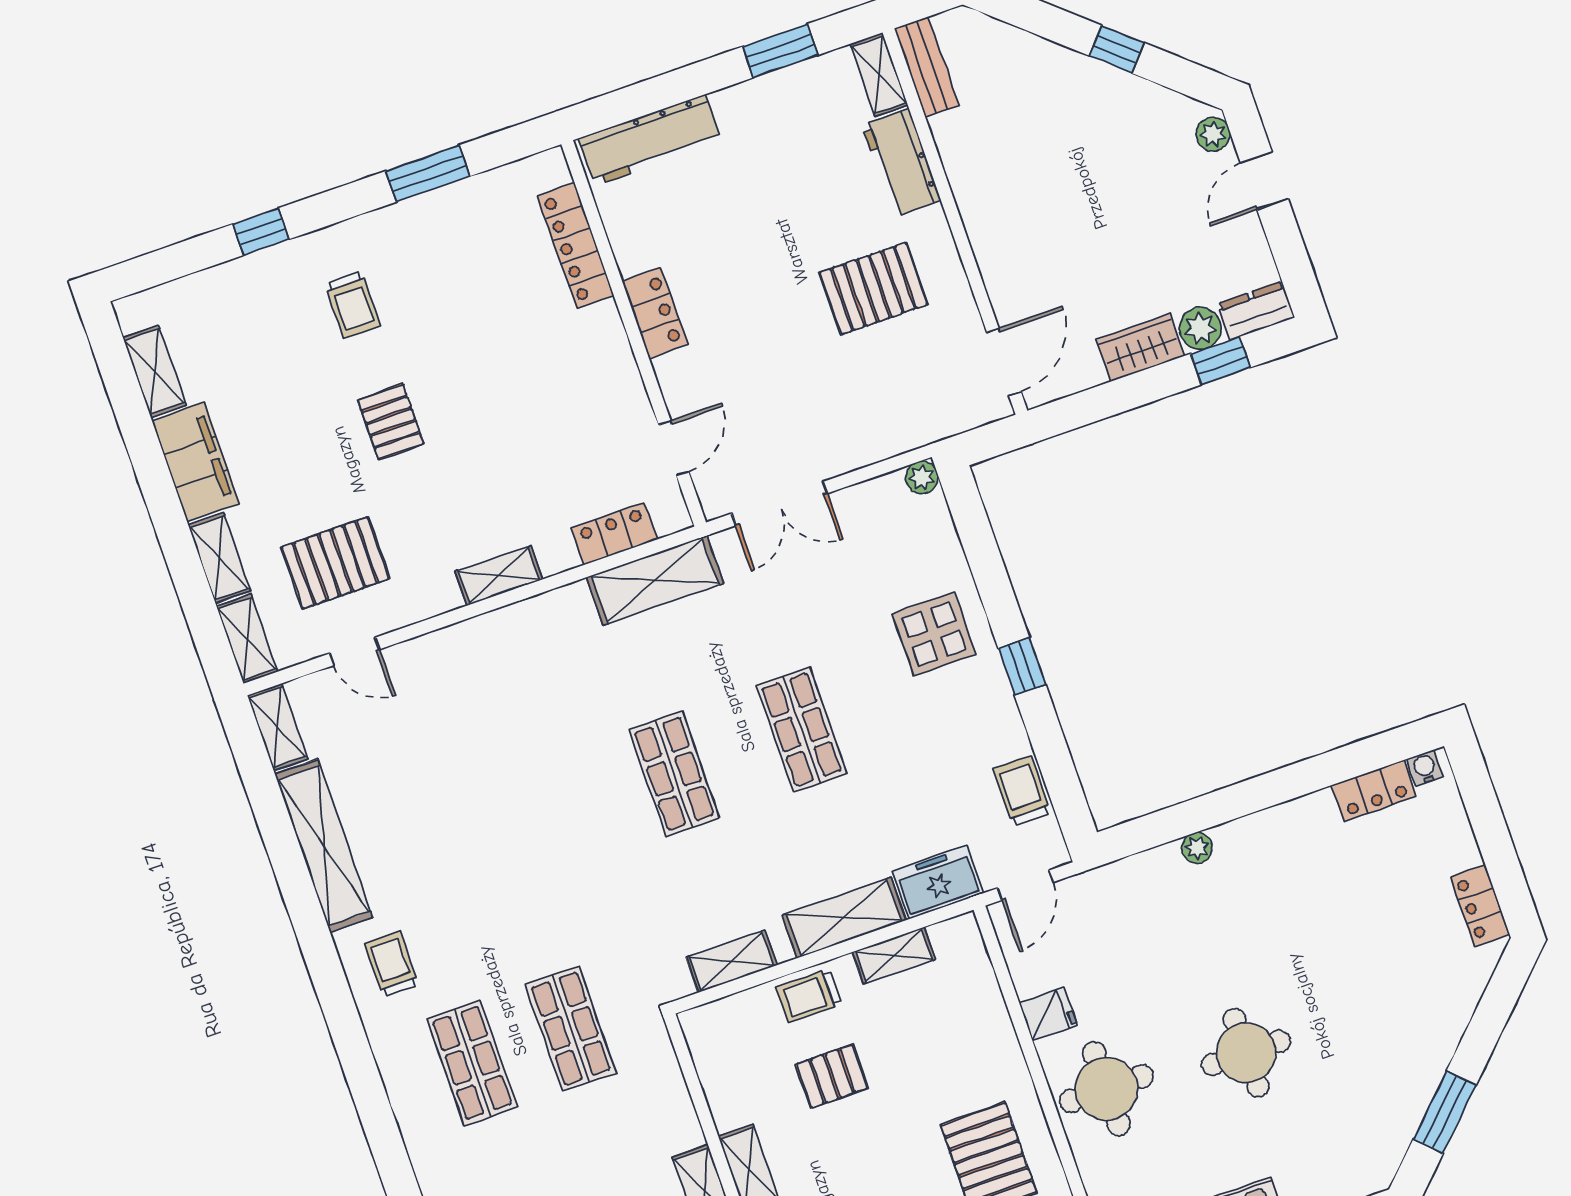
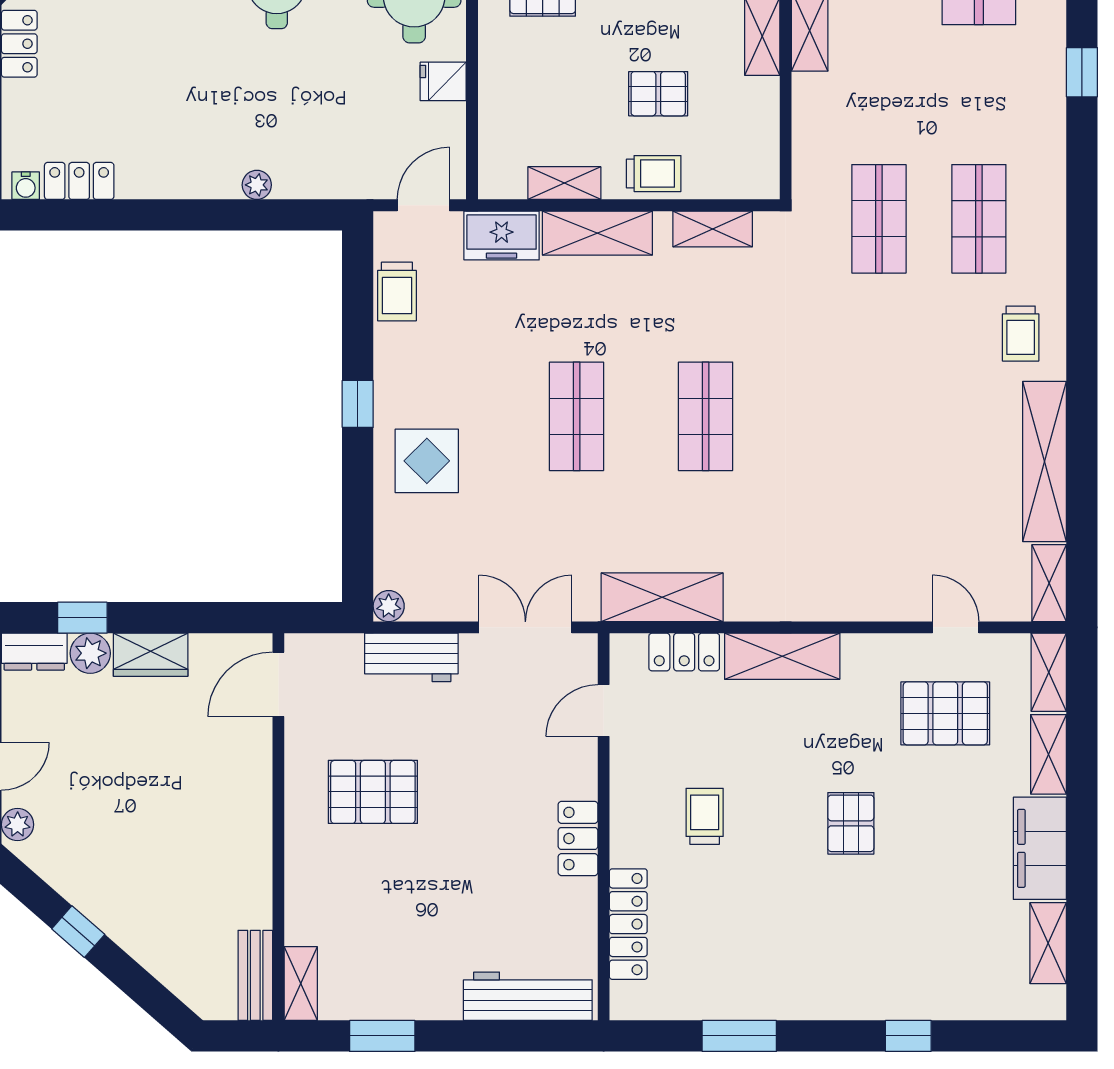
workbench: (901, 163) -> (411, 657), moved, turned 90
trolley: (353, 305) -> (705, 816), moved
shelving: (499, 576) -> (782, 656), width x1.50, depth x1.33

